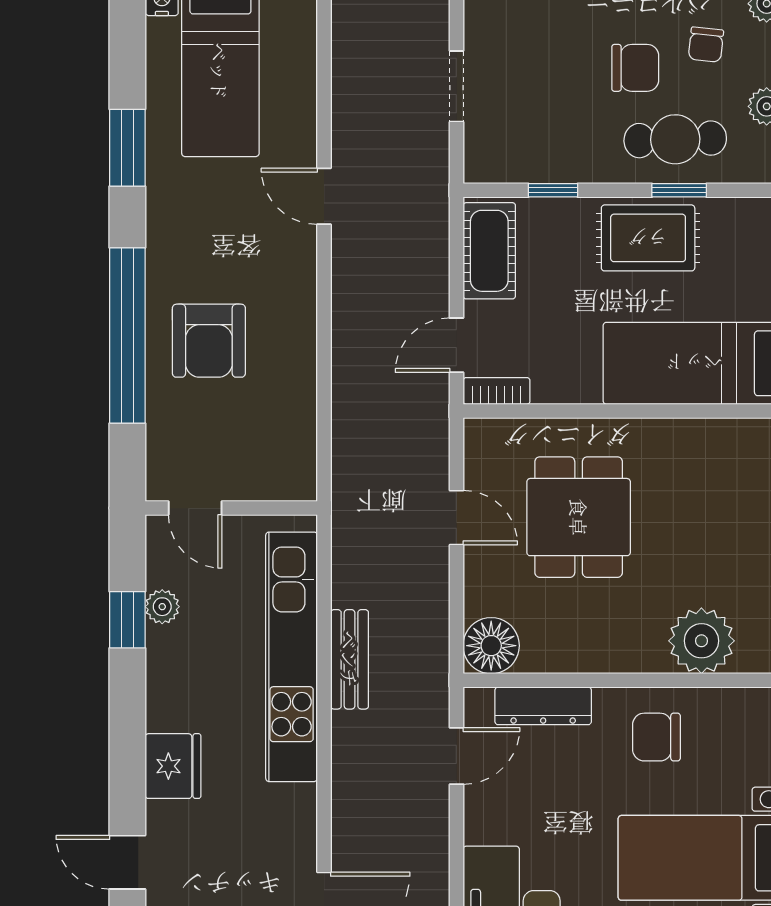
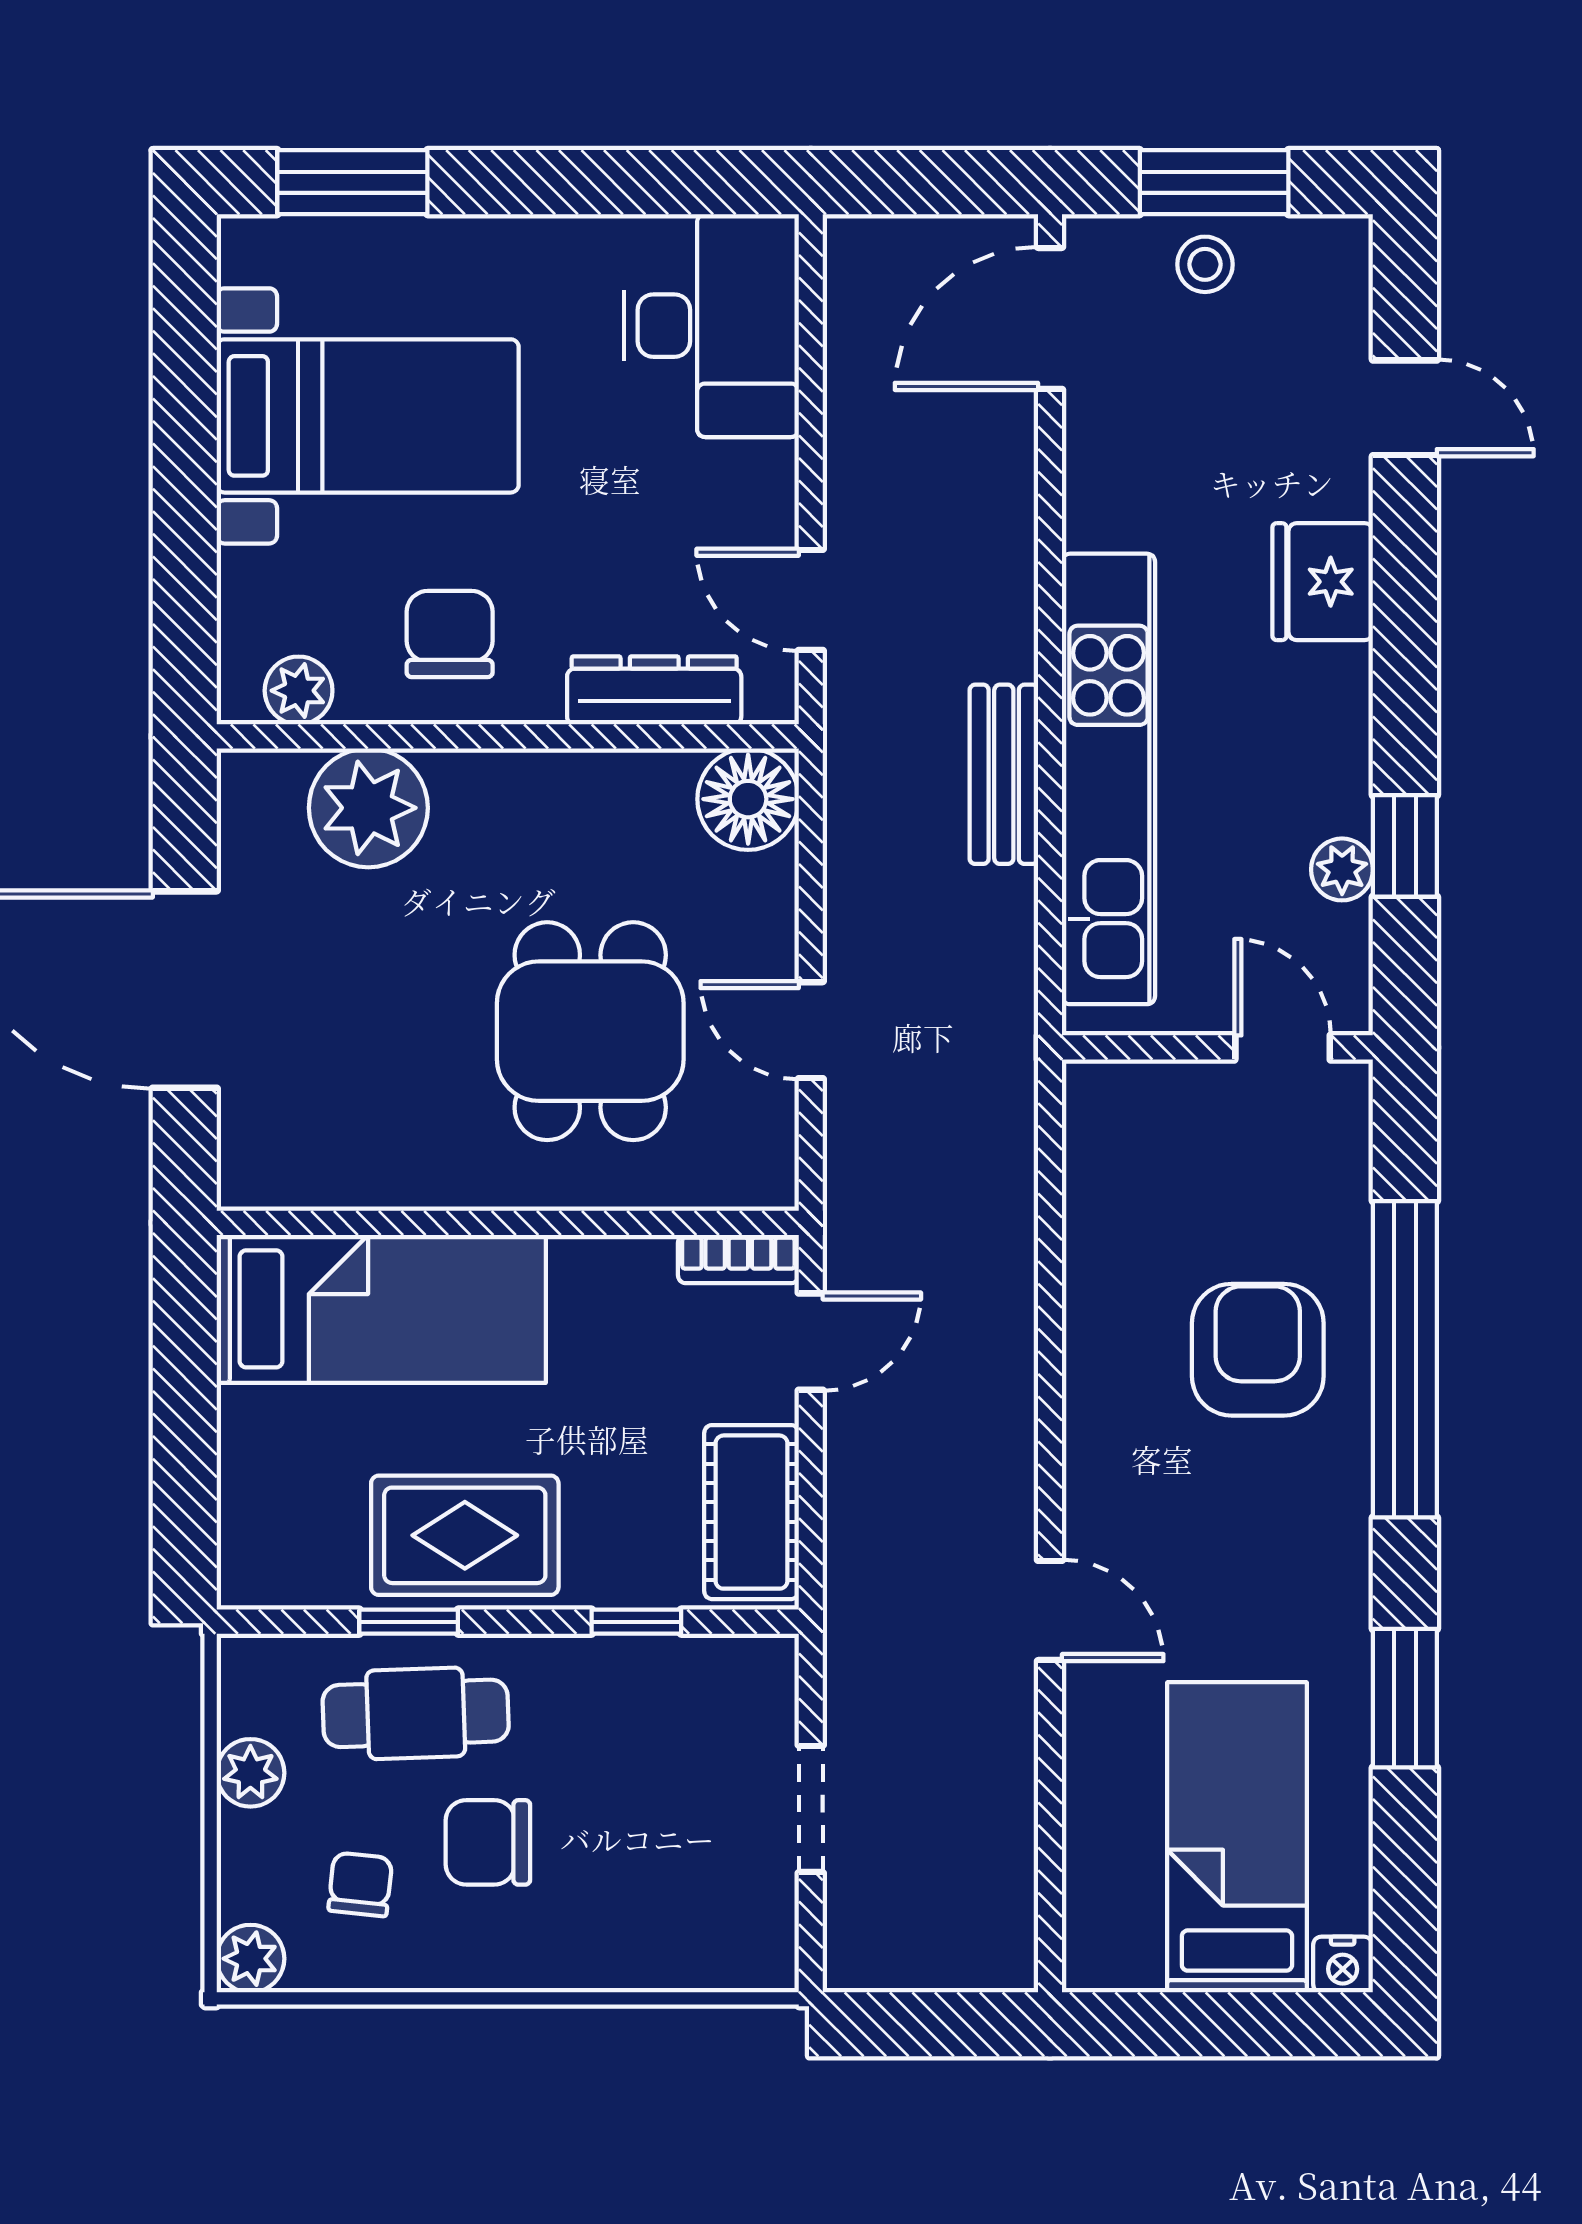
plant: (740, 706) -> (299, 691), added
chair: (656, 737) -> (450, 634), turned -90
door: (456, 756) -> (811, 600), hinge flipped

